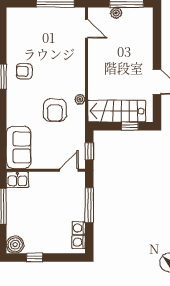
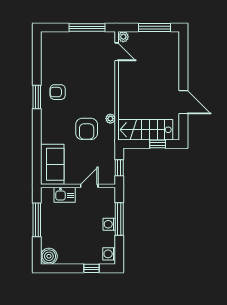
plant: (116, 13) -> (123, 37), moved
door: (69, 170) -> (89, 186), moved
kitchen sink: (17, 180) -> (65, 195), moved
washing machine: (79, 228) -> (109, 224), moved
window: (35, 257) -> (92, 268), moved

